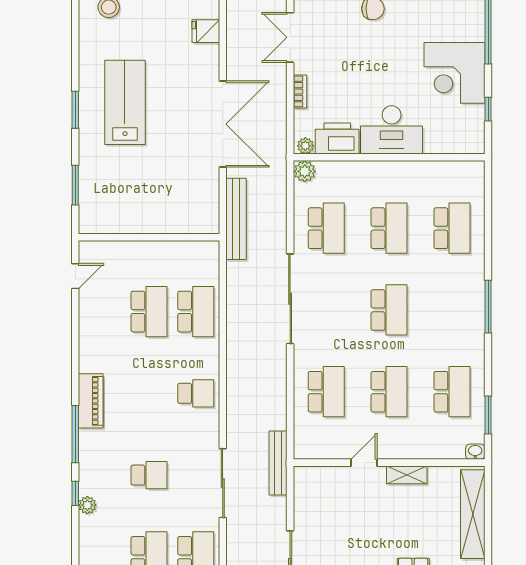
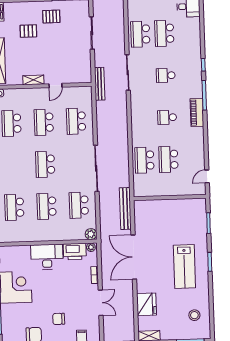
fridge: (206, 31) -> (146, 304), width x1.88, depth x1.34
school desk: (196, 393) -> (167, 117), moved
plant: (87, 505) -> (197, 59), removed

